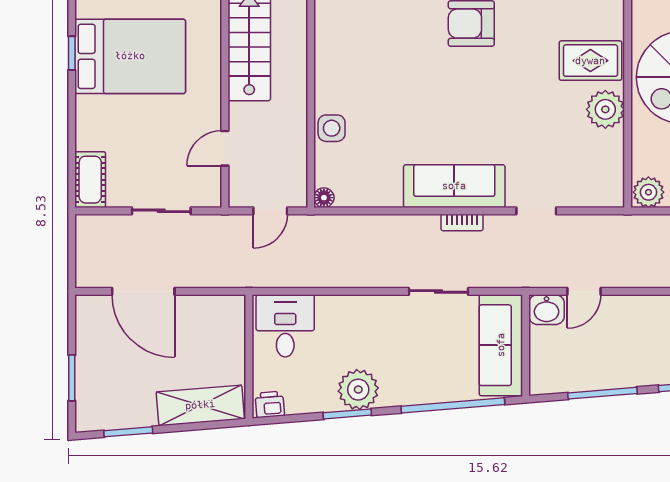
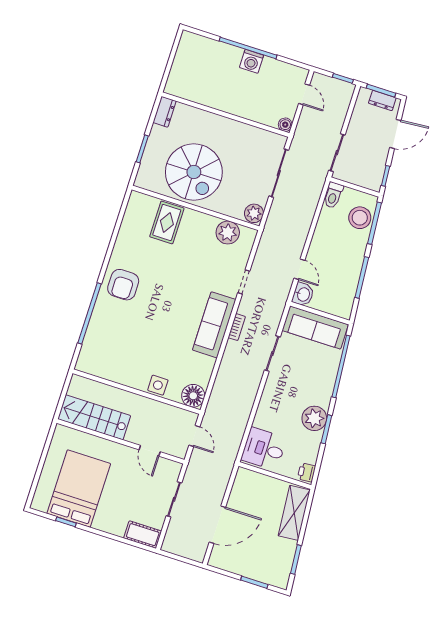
plant: (605, 109) -> (228, 233), moved
floor lamp: (324, 198) -> (193, 396), width x1.89, depth x1.89

